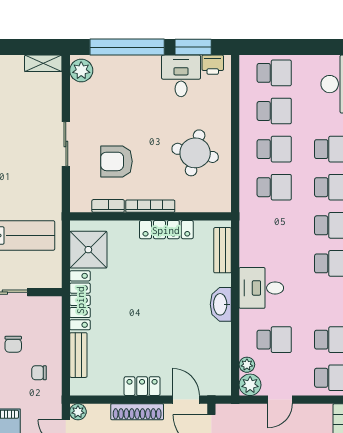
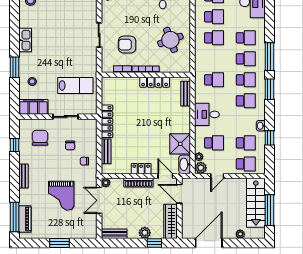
round table: (195, 153) -> (170, 40), turned -33
school desk: (274, 187) -> (214, 80), moved
shower: (88, 250) -> (180, 144), moved
washbasin: (221, 304) -> (185, 164), moved

